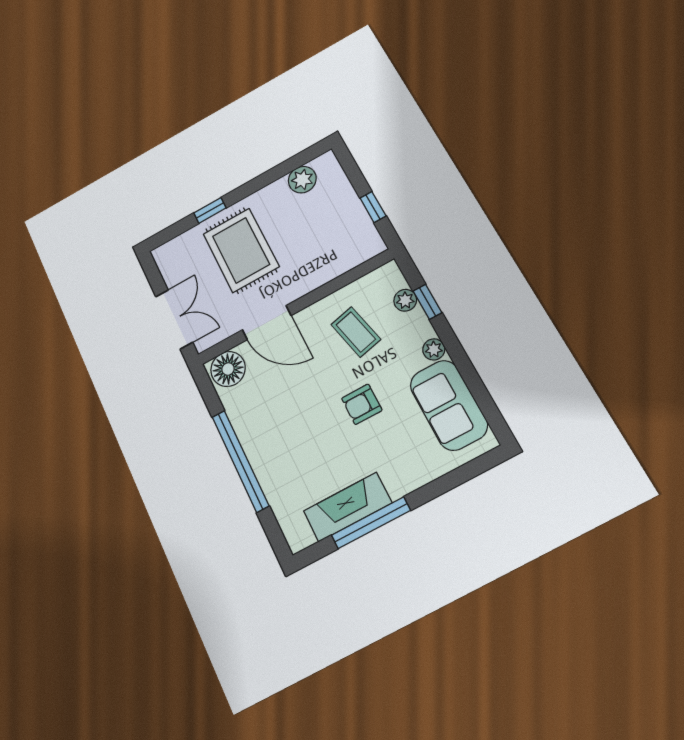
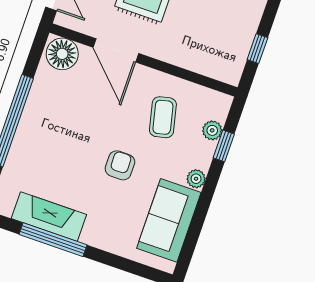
armchair: (362, 404) -> (120, 165), turned 90

